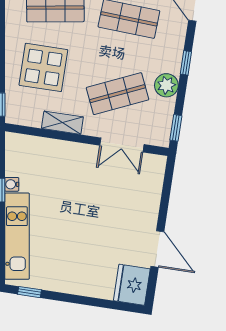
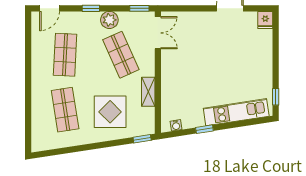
double door: (122, 145) -> (158, 33), moved
water cooler: (12, 184) -> (176, 125), moved
fridge: (132, 285) -> (265, 20), width x0.53, depth x0.75

